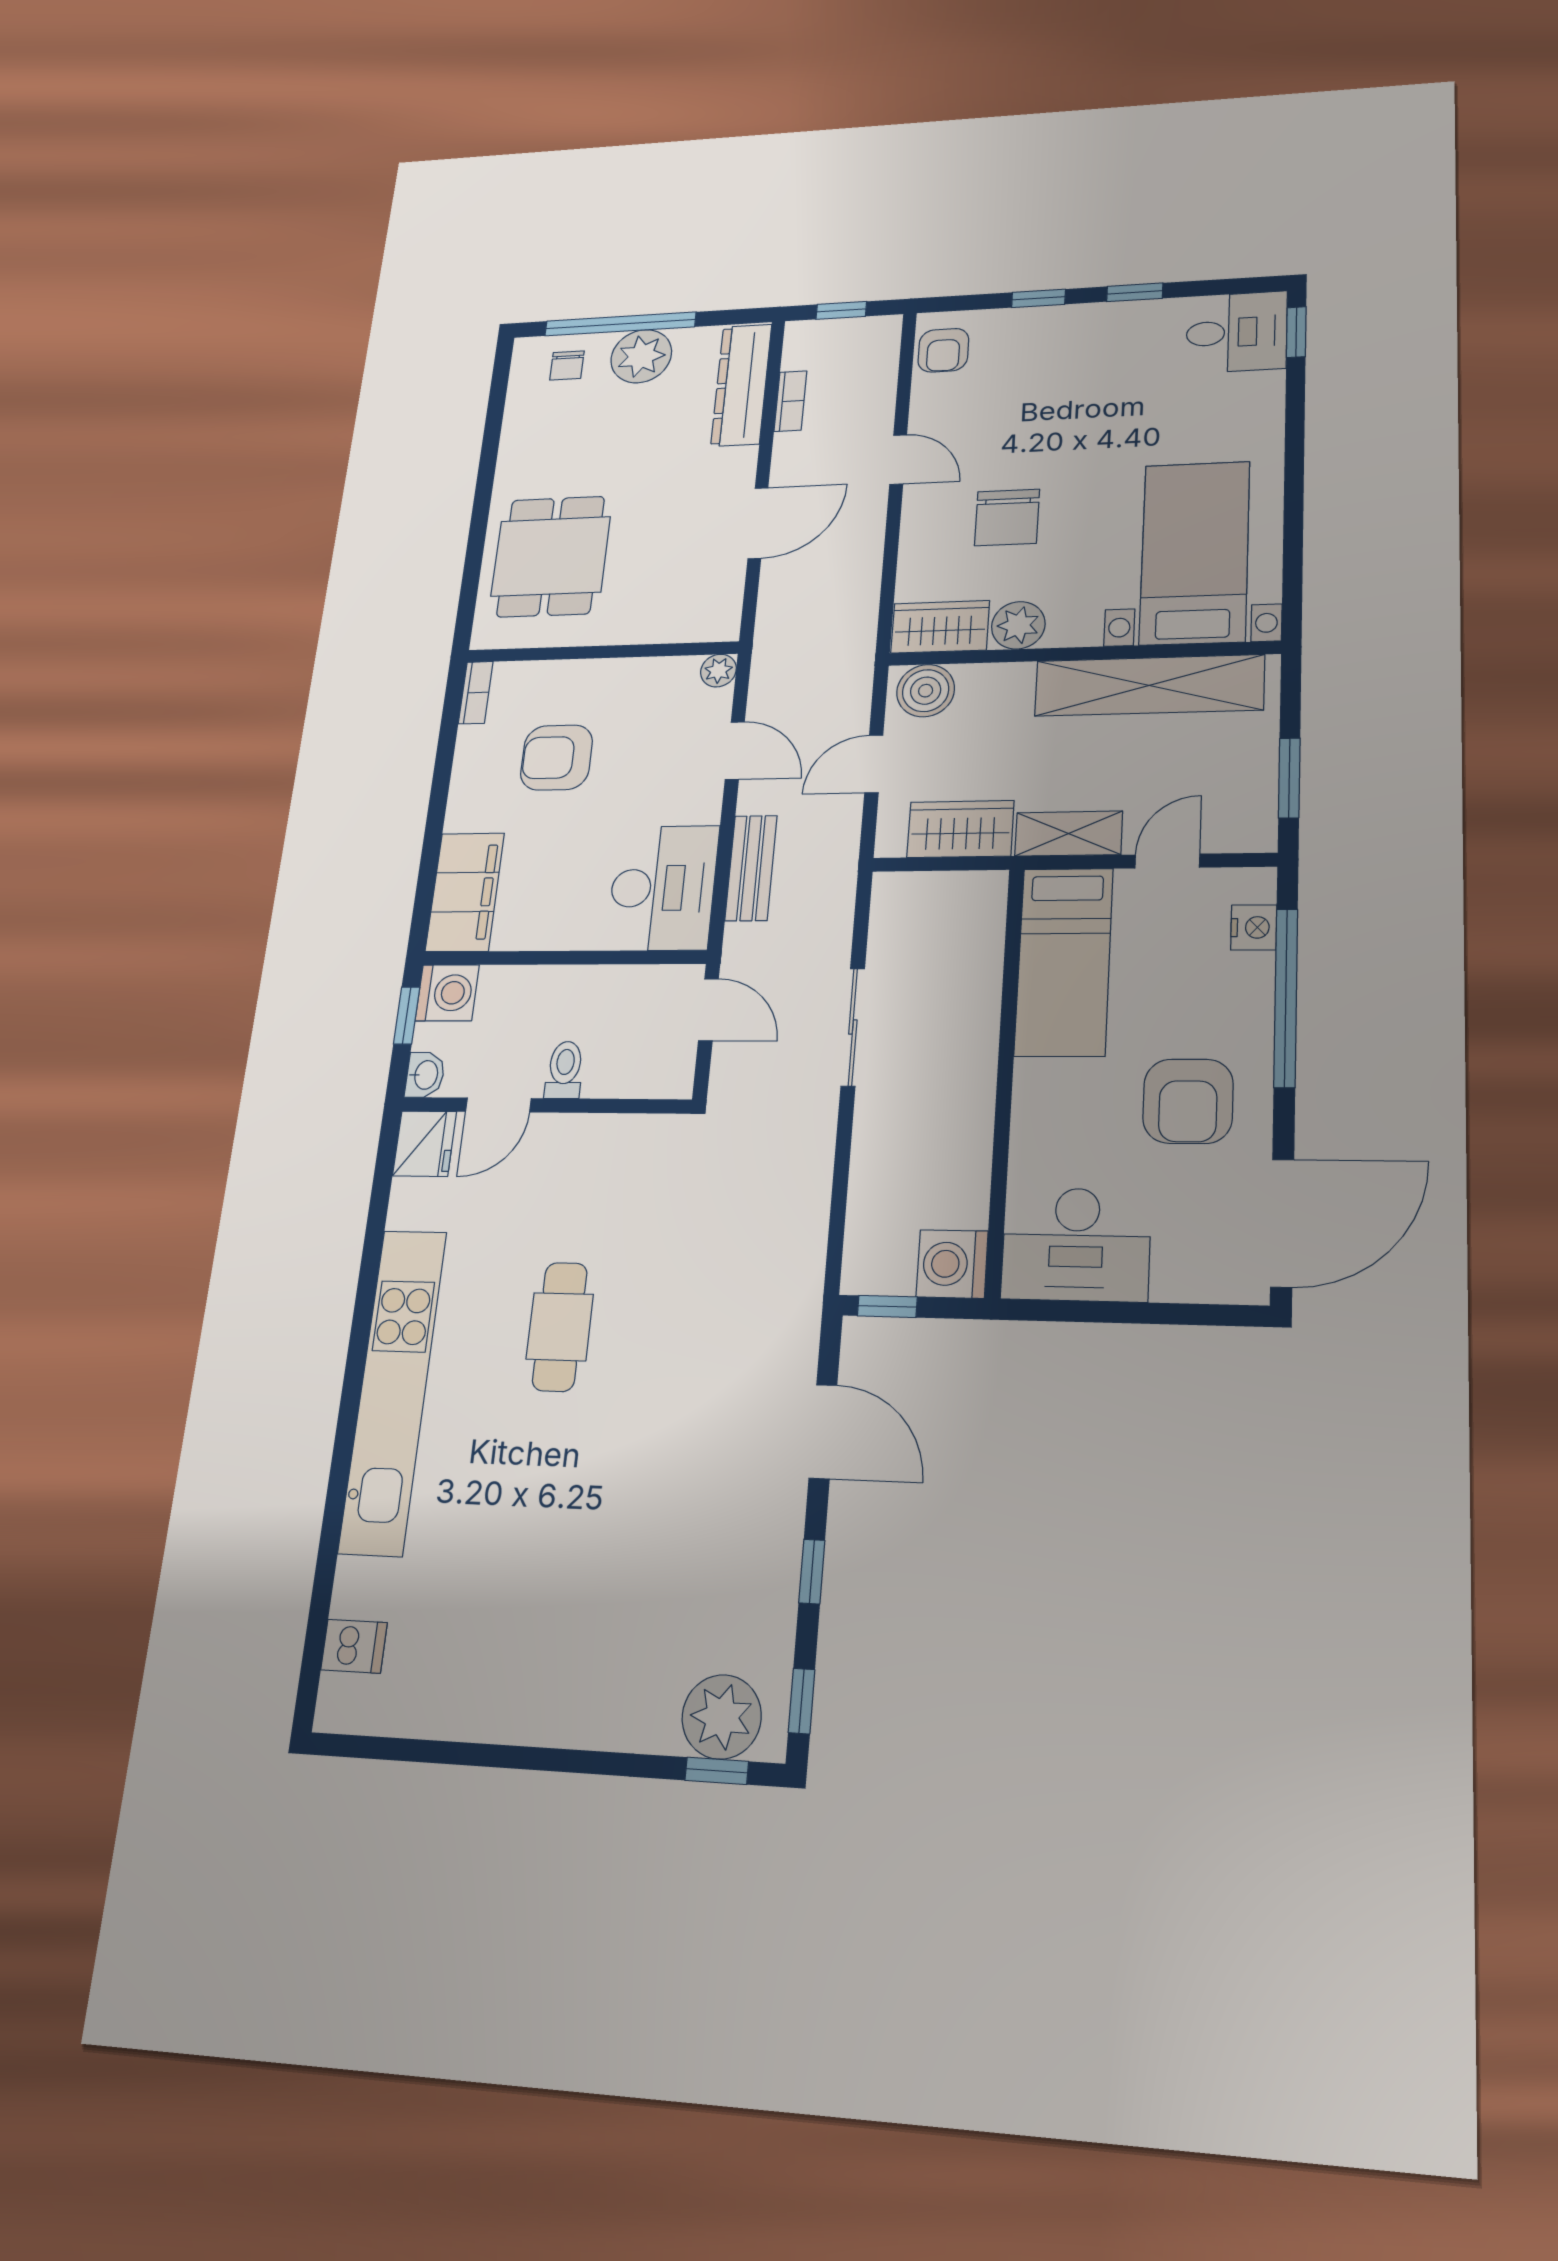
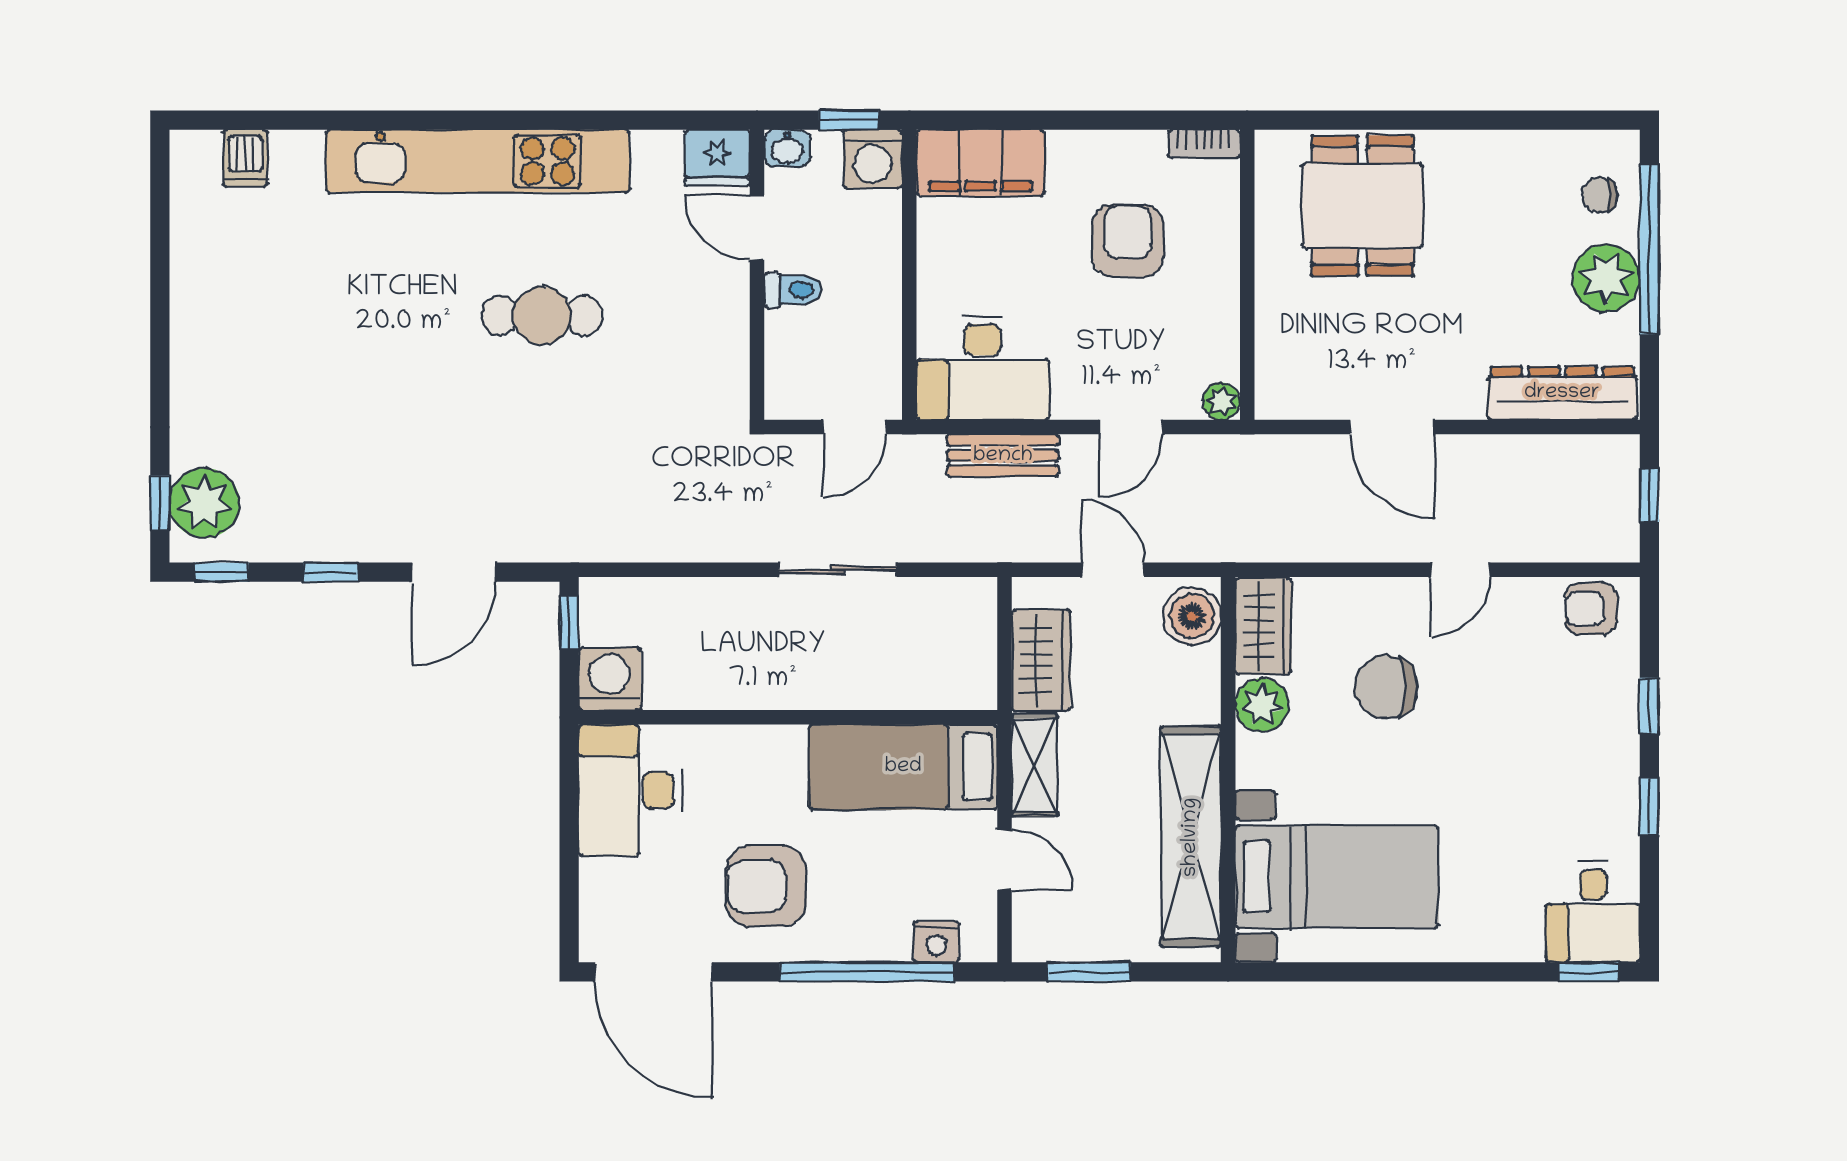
bookcase: (790, 401) -> (1539, 449), removed
dining table: (551, 556) -> (1362, 206), turned 90

